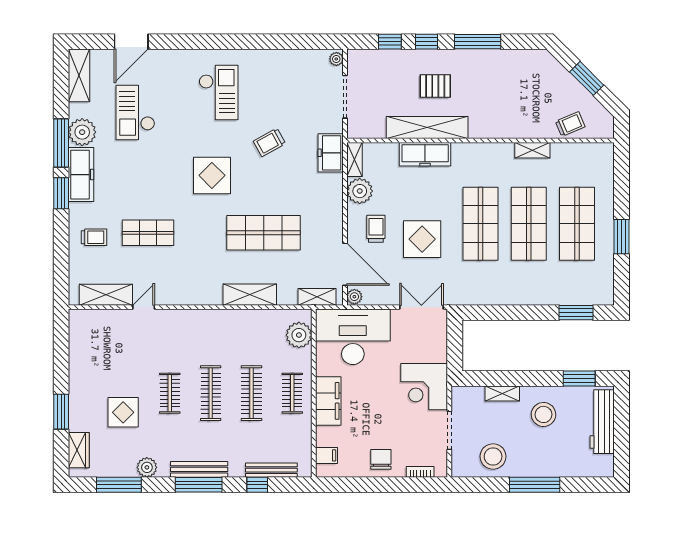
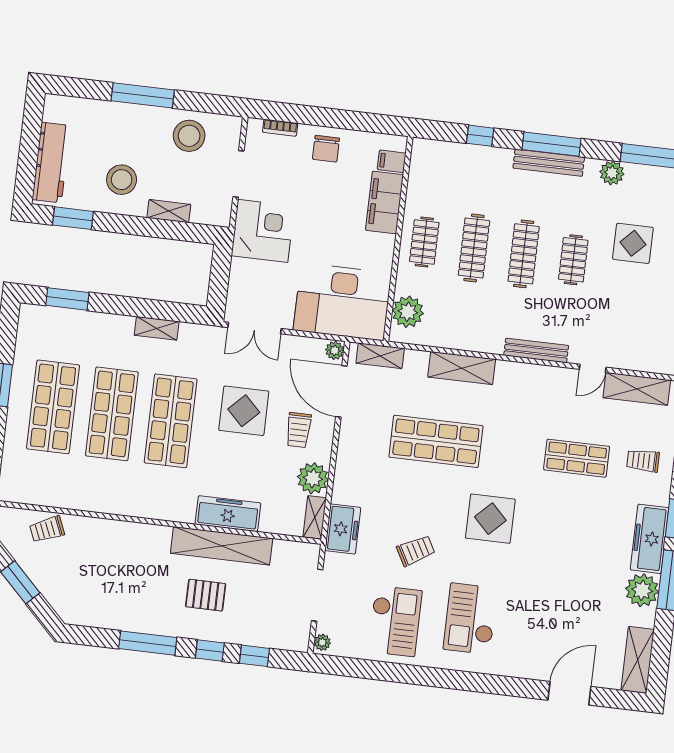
checkout: (135, 112) -> (395, 621), moved
shelving: (532, 150) -> (157, 328), moved
filing cabinet: (328, 401) -> (384, 202), moved
bench: (271, 470) -> (536, 350), moved

